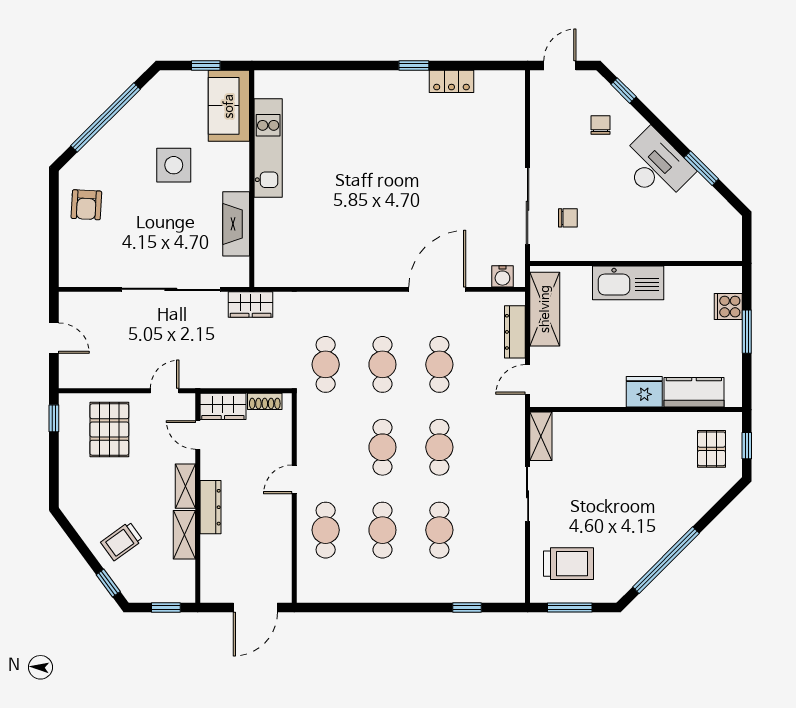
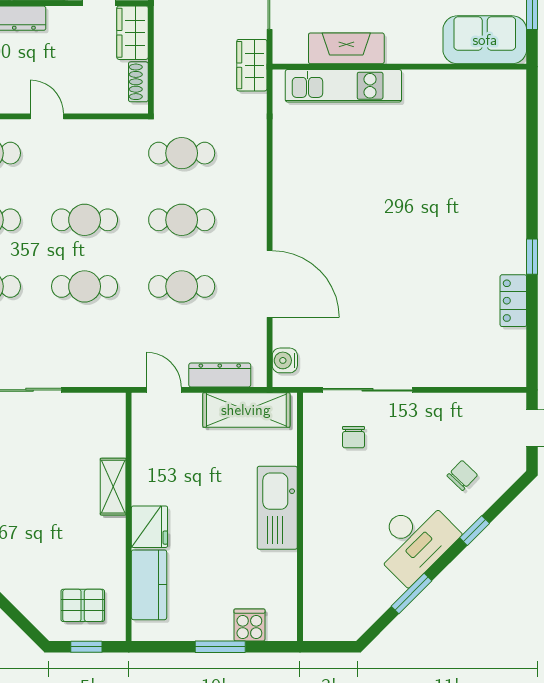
window: (624, 91) -> (475, 531), moved
chair: (601, 125) -> (462, 475), turned -46
kitchen unit: (268, 148) -> (343, 86), moved
shelving: (541, 436) -> (113, 487), moved, turned 90

